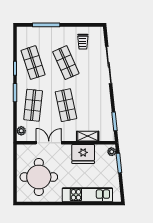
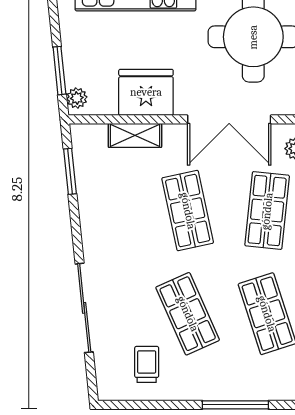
double door: (49, 143) -> (229, 119), width x1.37

